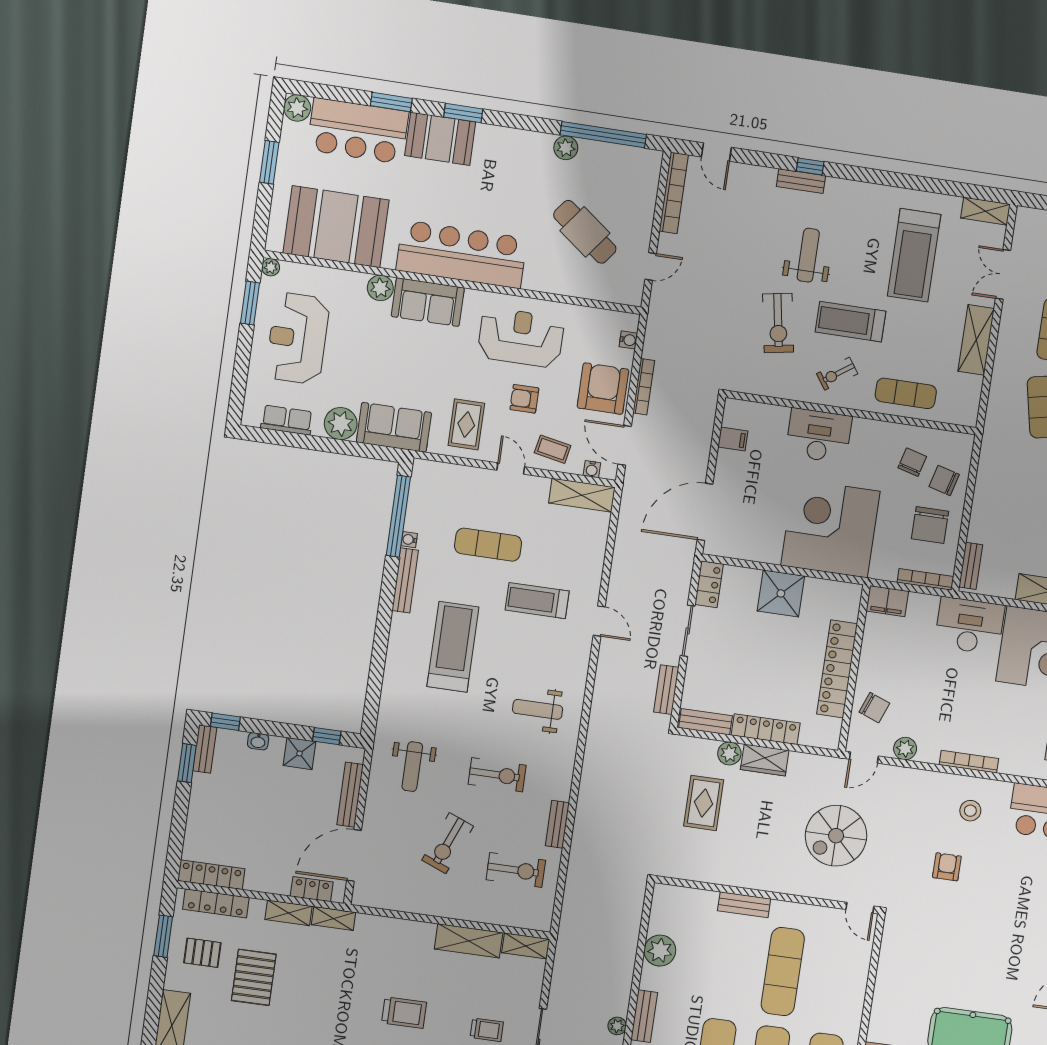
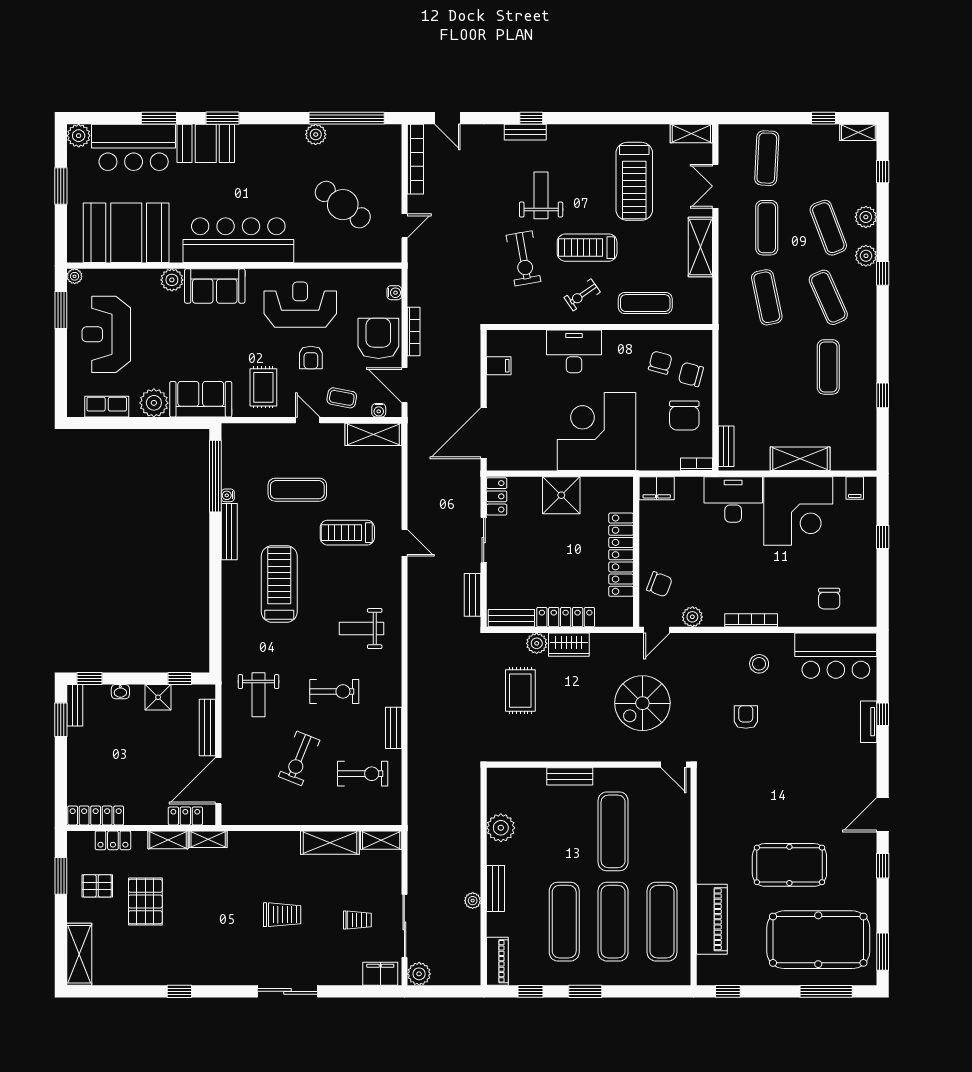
armchair: (524, 399) -> (311, 358), turned -90
bookcase: (925, 579) -> (697, 464), width x0.64
locker: (216, 903) -> (113, 840), width x0.66

